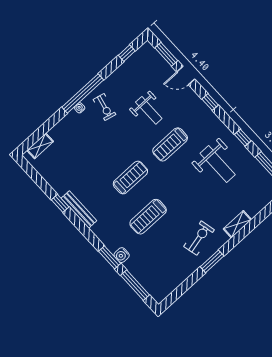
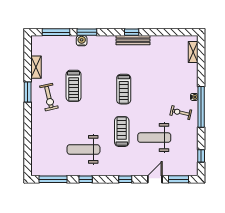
weight bench: (149, 110) -> (154, 138), width x1.36, depth x1.33
window: (60, 203) -> (132, 32), moved
treadmill: (148, 217) -> (74, 86), moved, turned 180
shelving: (237, 224) -> (36, 67), moved

